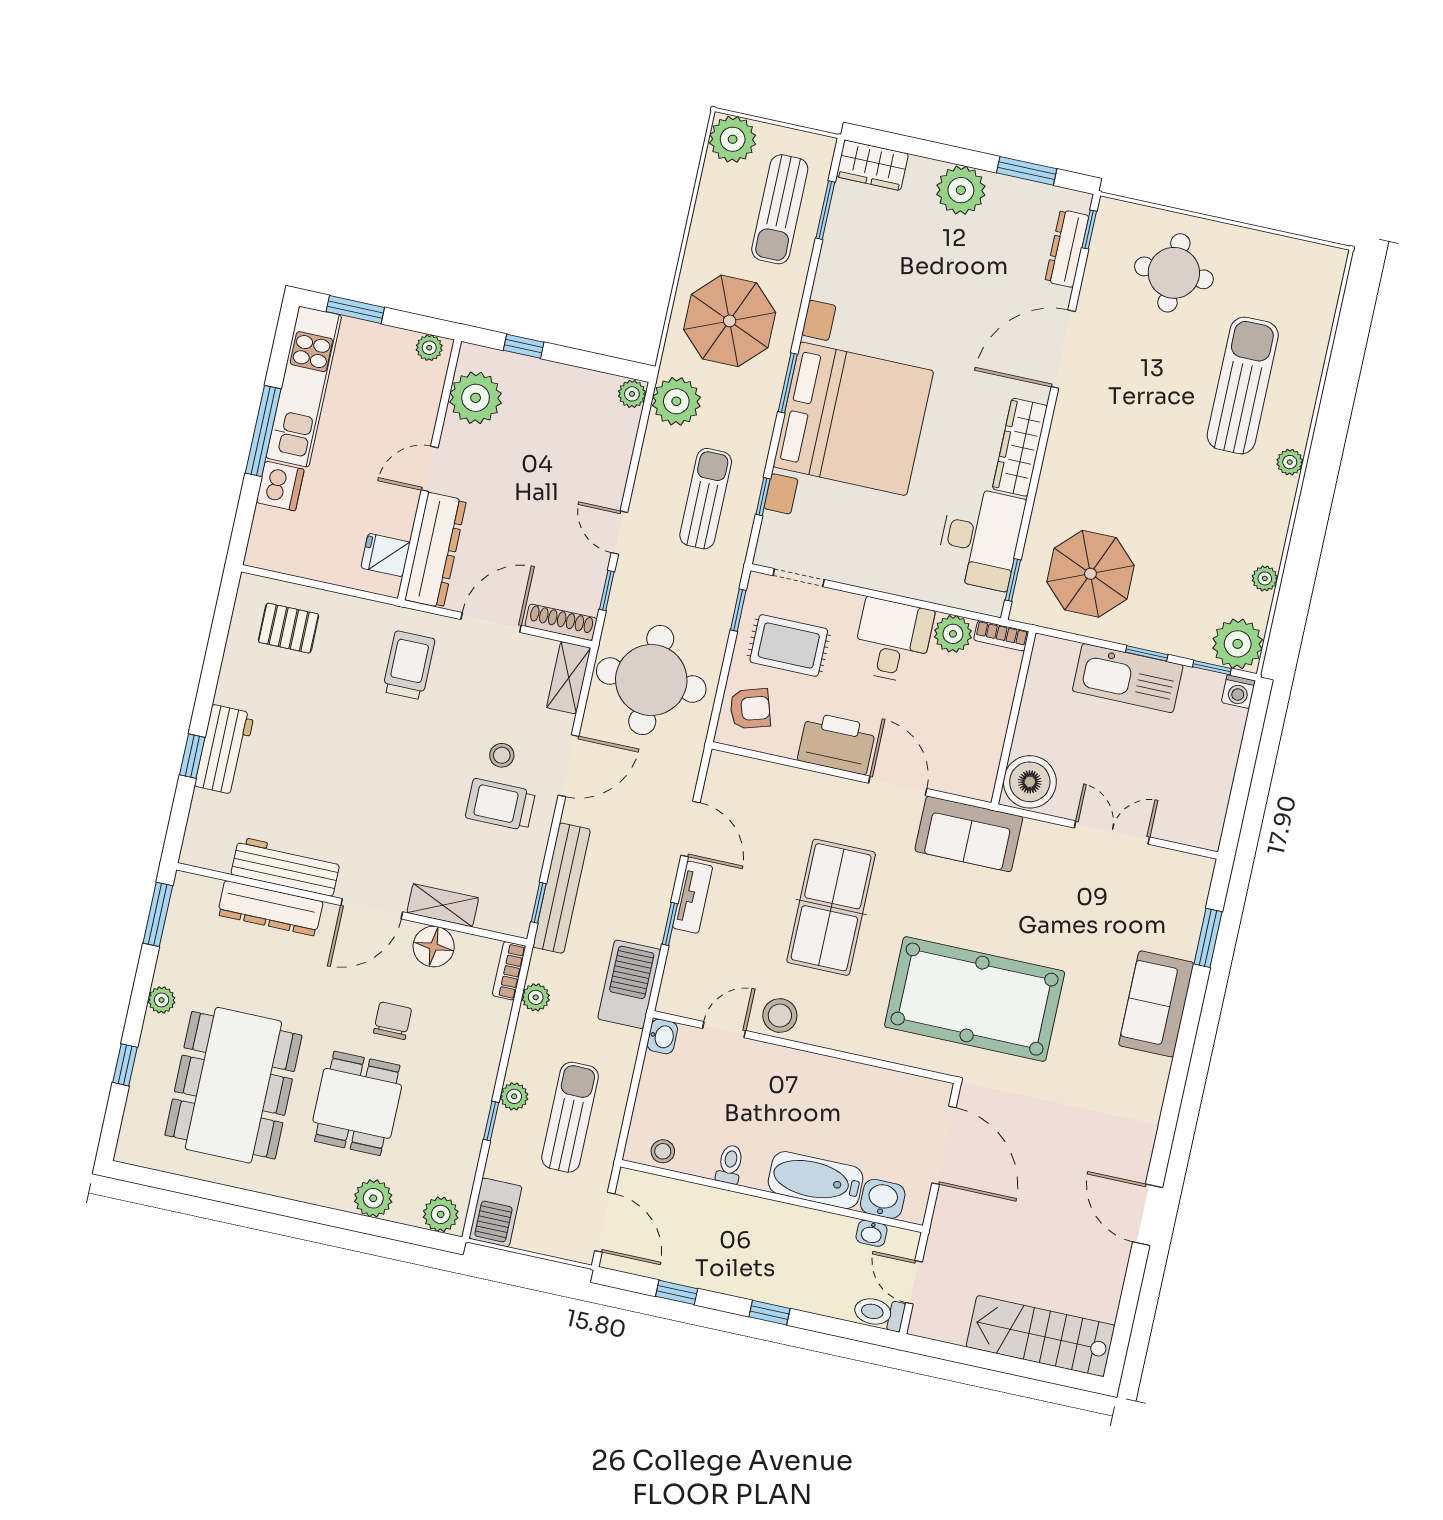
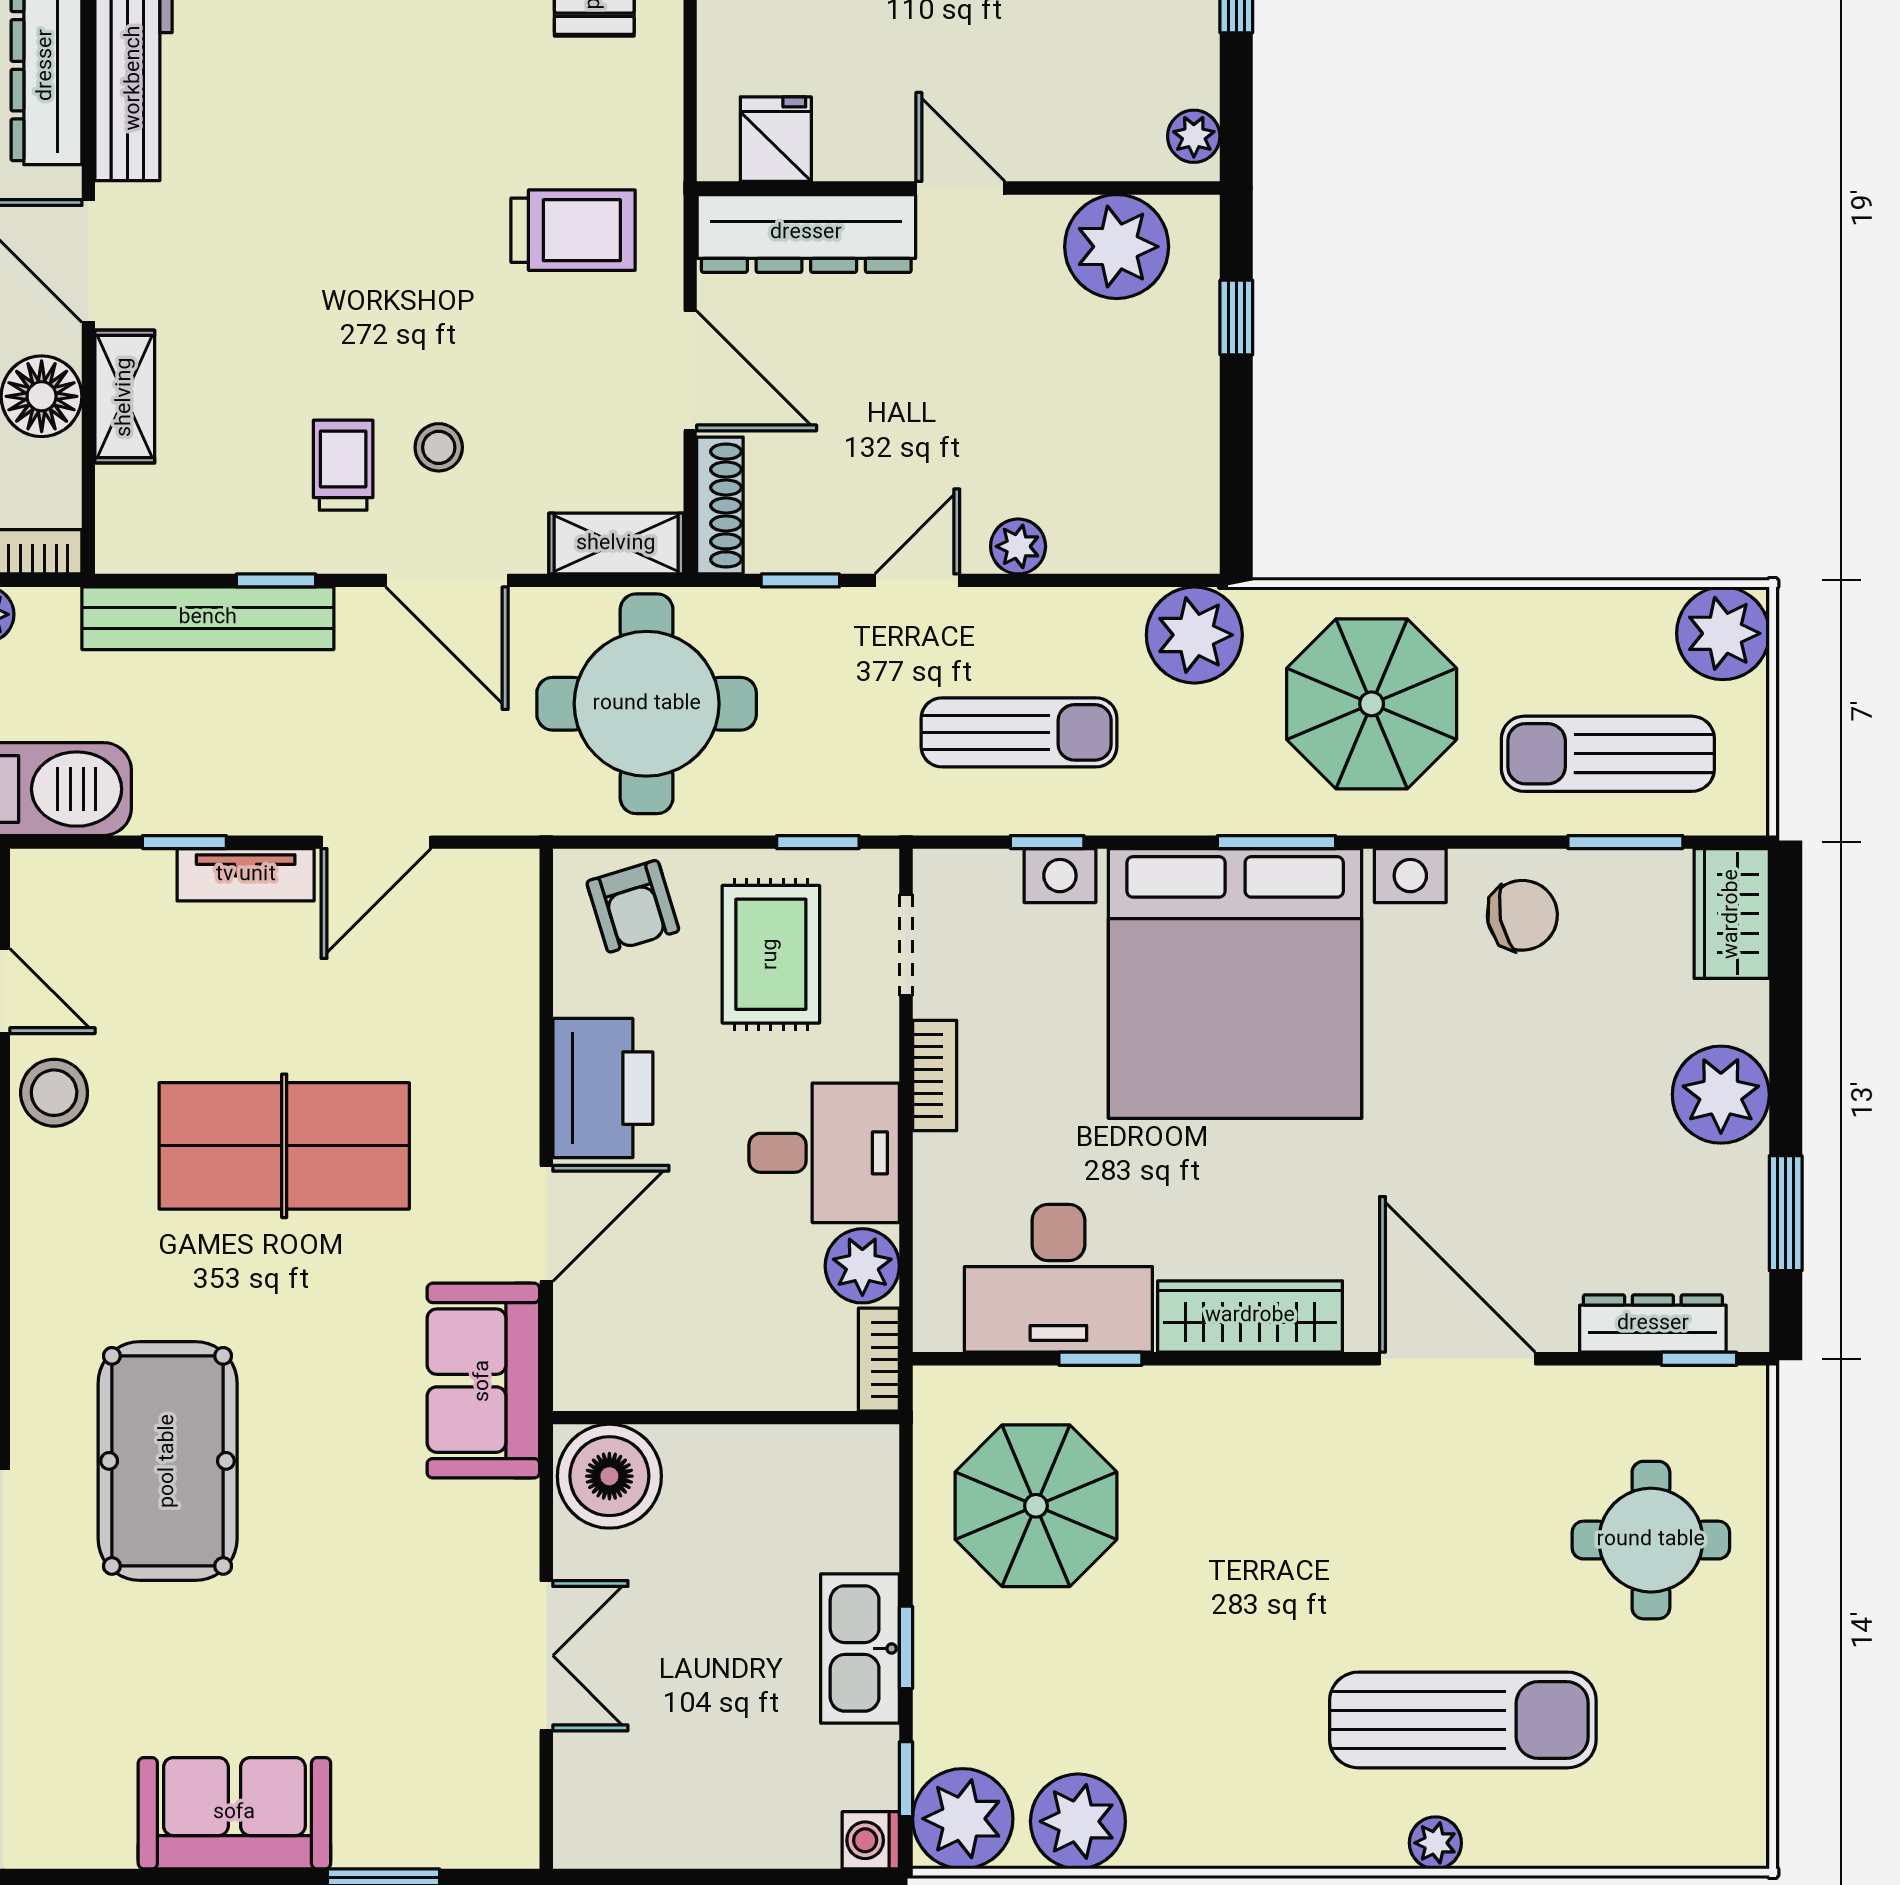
chair: (851, 269) -> (1522, 915), added
plant: (632, 394) -> (1018, 546), moved
plant: (1290, 462) -> (1435, 1843), moved
bookcase: (866, 578) -> (935, 1076), added
plant: (1265, 578) -> (1078, 1821), width x1.88, depth x1.88
window: (1013, 580) -> (1100, 1359), moved
kitchen sink: (1128, 678) -> (860, 1648), width x0.73, depth x0.81
trolley: (500, 805) -> (343, 465), width x0.73, depth x0.72
window: (539, 903) -> (276, 580), moved
pool table: (975, 999) -> (168, 1461), width x0.73, depth x0.76

